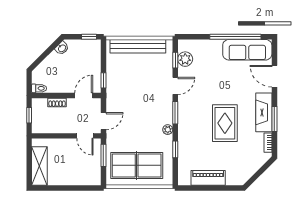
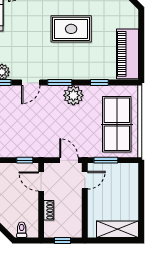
door: (175, 86) -> (31, 83), swing flipped
toilet: (39, 88) -> (22, 230), moved
plant: (168, 130) -> (73, 95), width x1.88, depth x1.88
piano: (208, 178) -> (128, 54), width x1.37, depth x1.33

